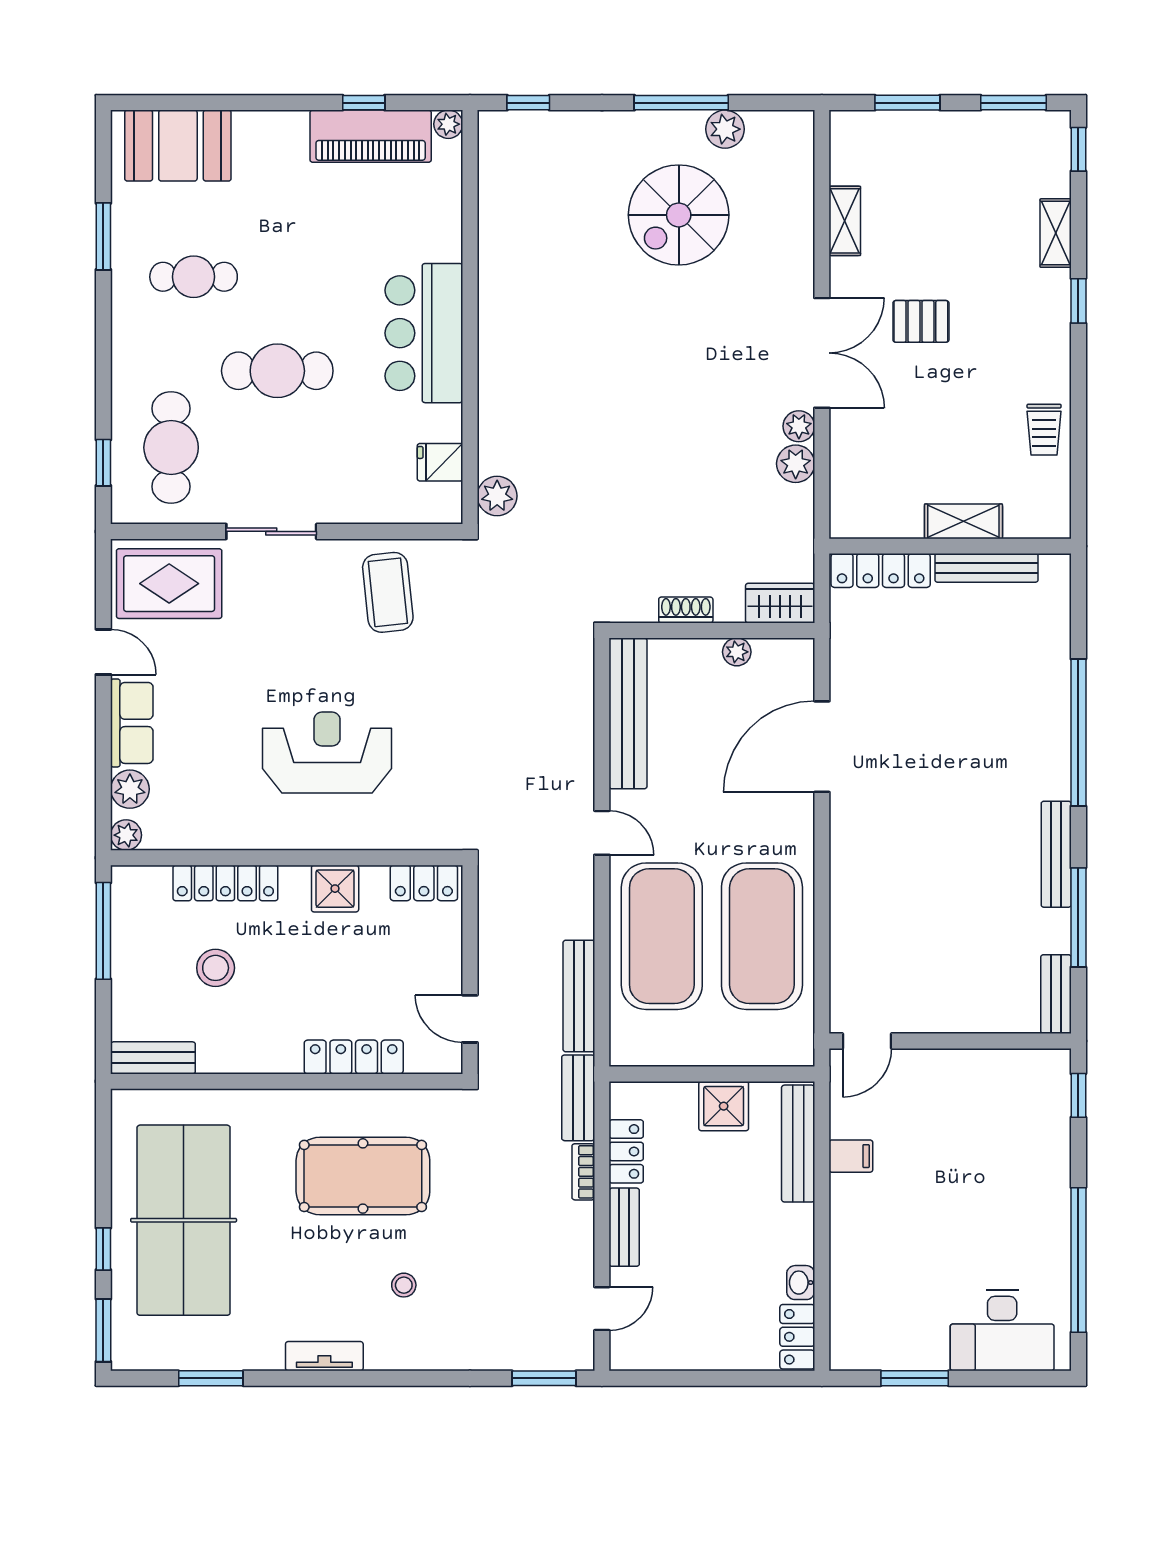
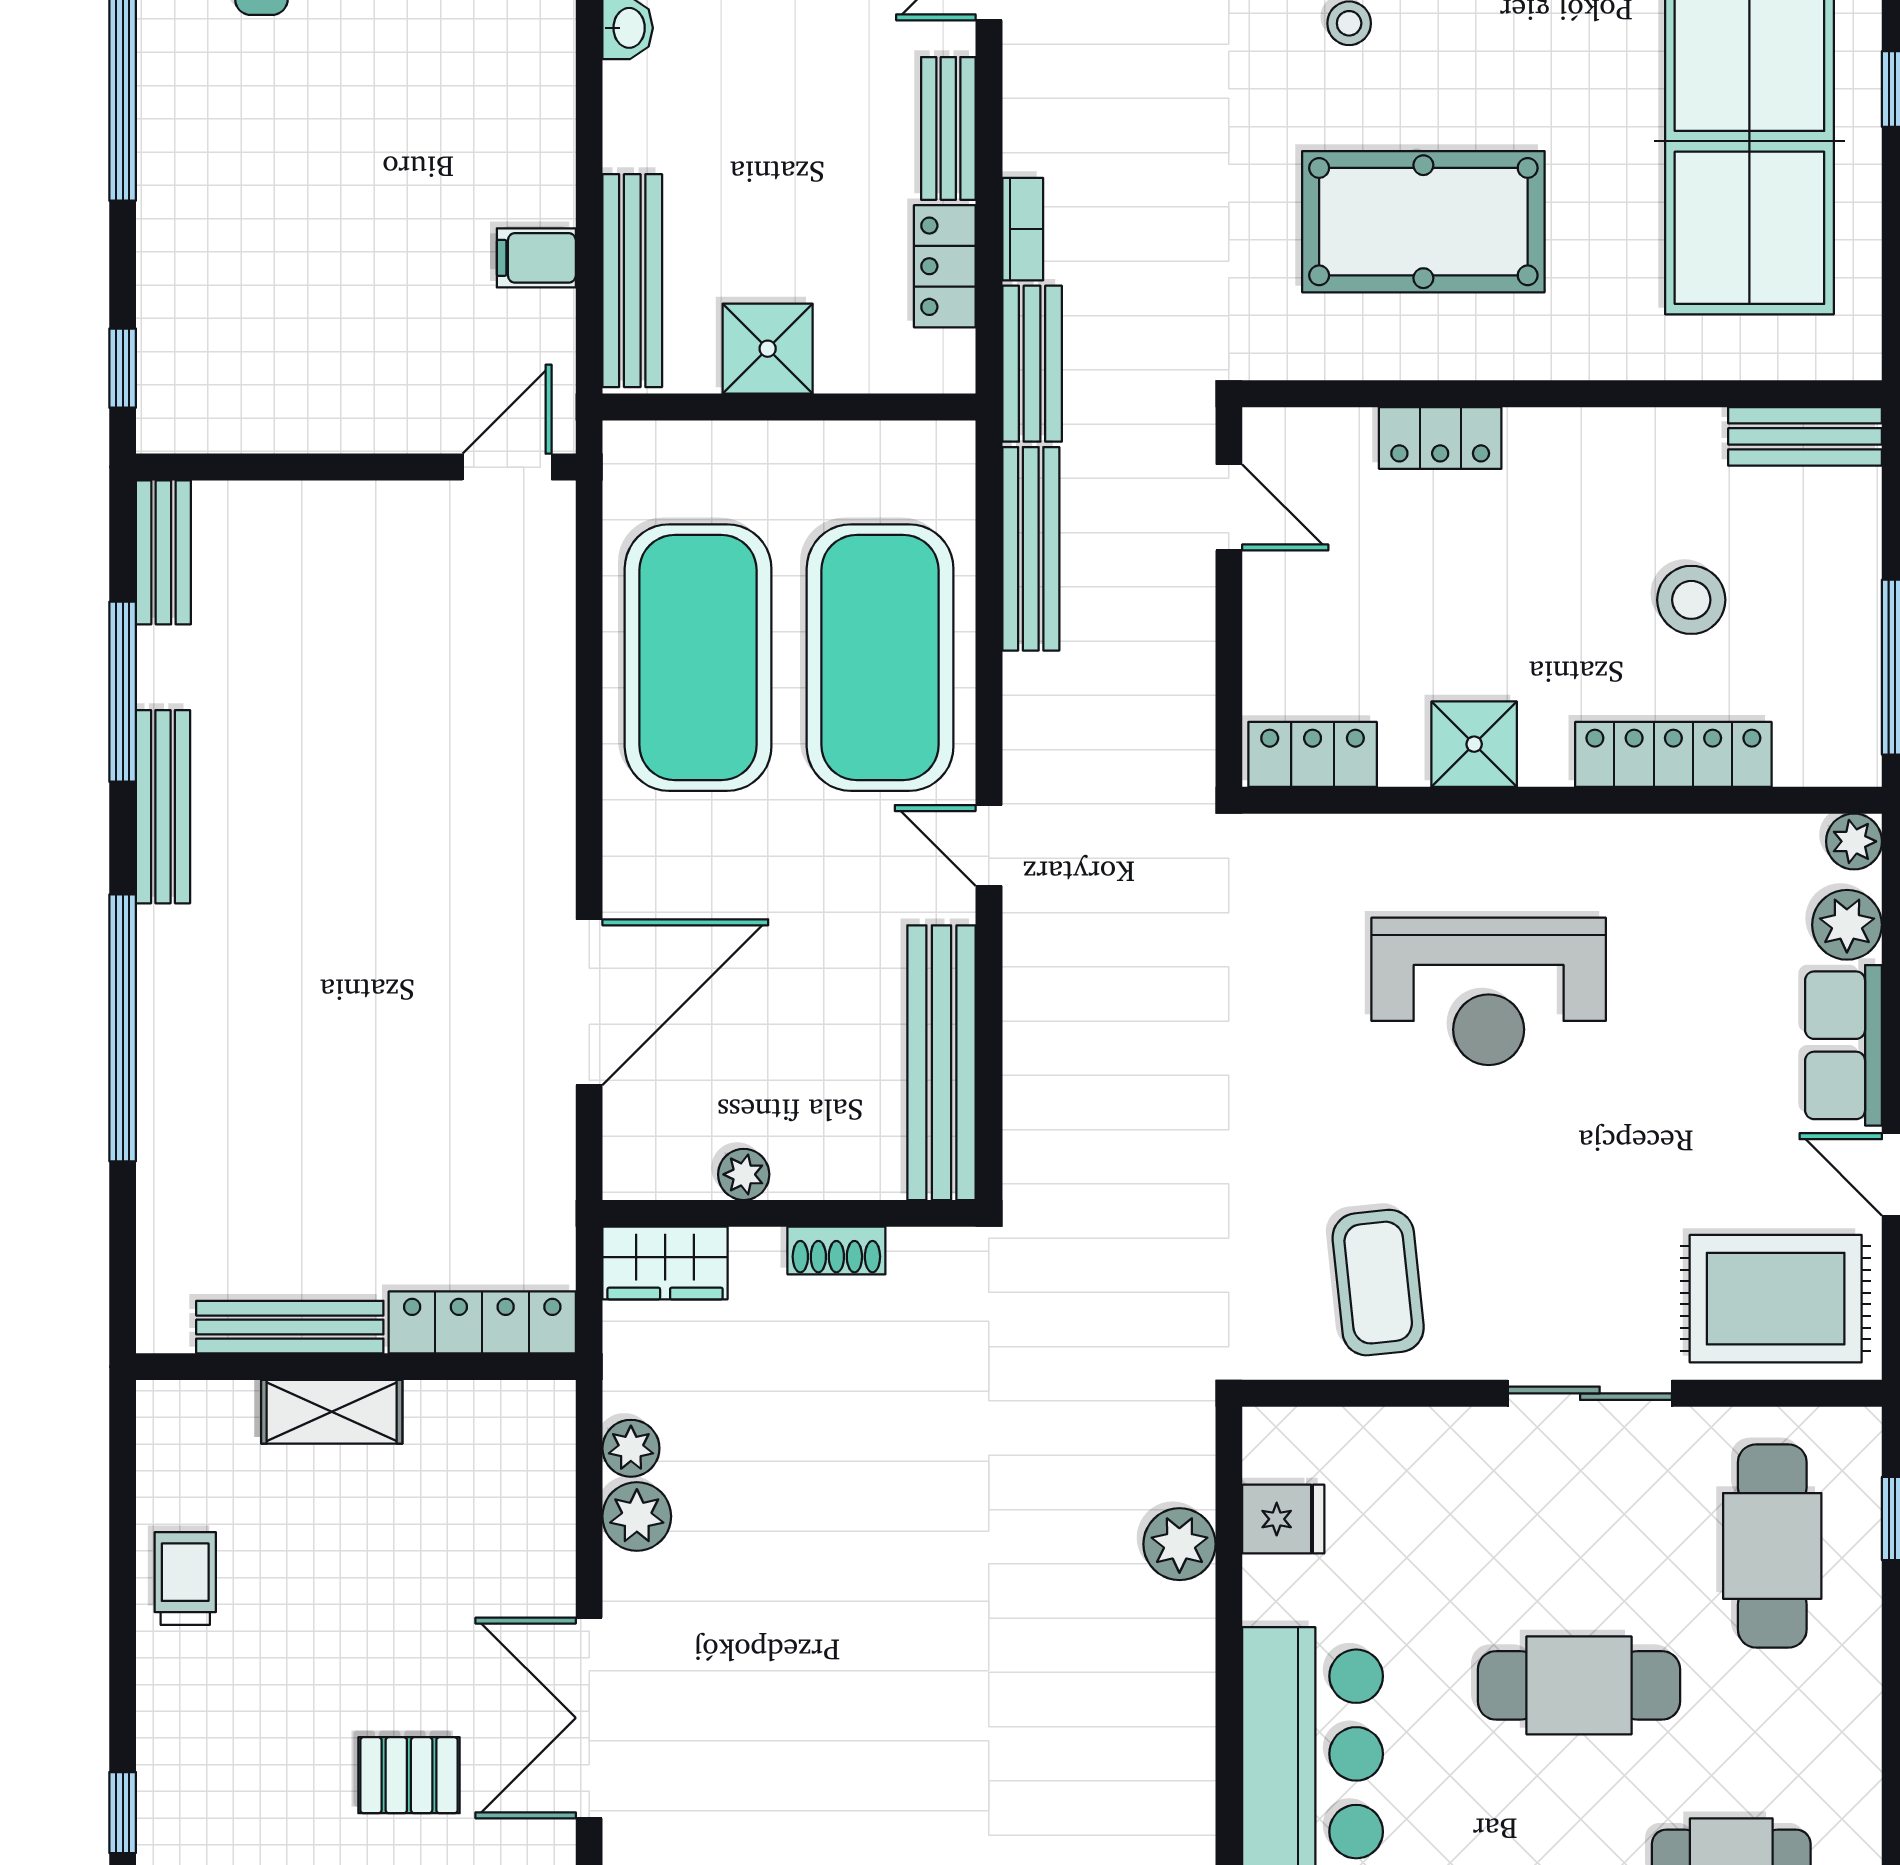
plant: (799, 426) -> (631, 1448), moved
plant: (497, 496) -> (1179, 1544), moved
locker: (354, 1057) -> (1440, 438), width x0.66

